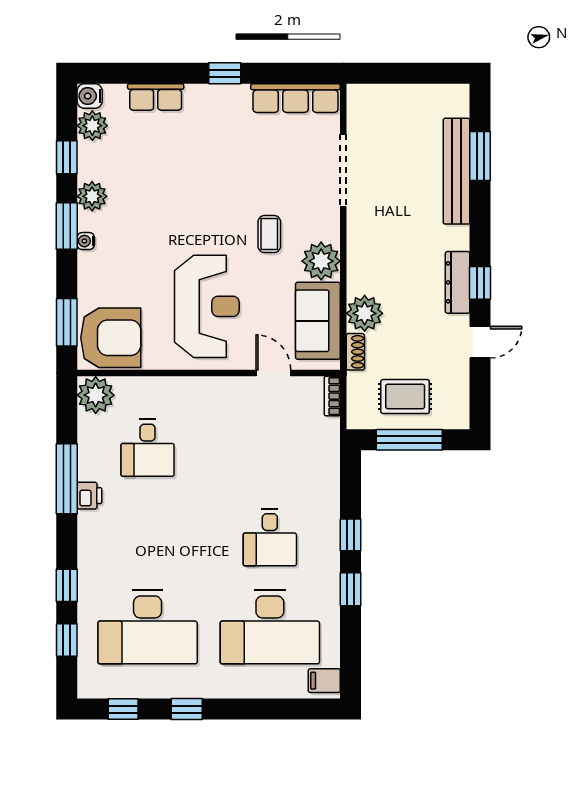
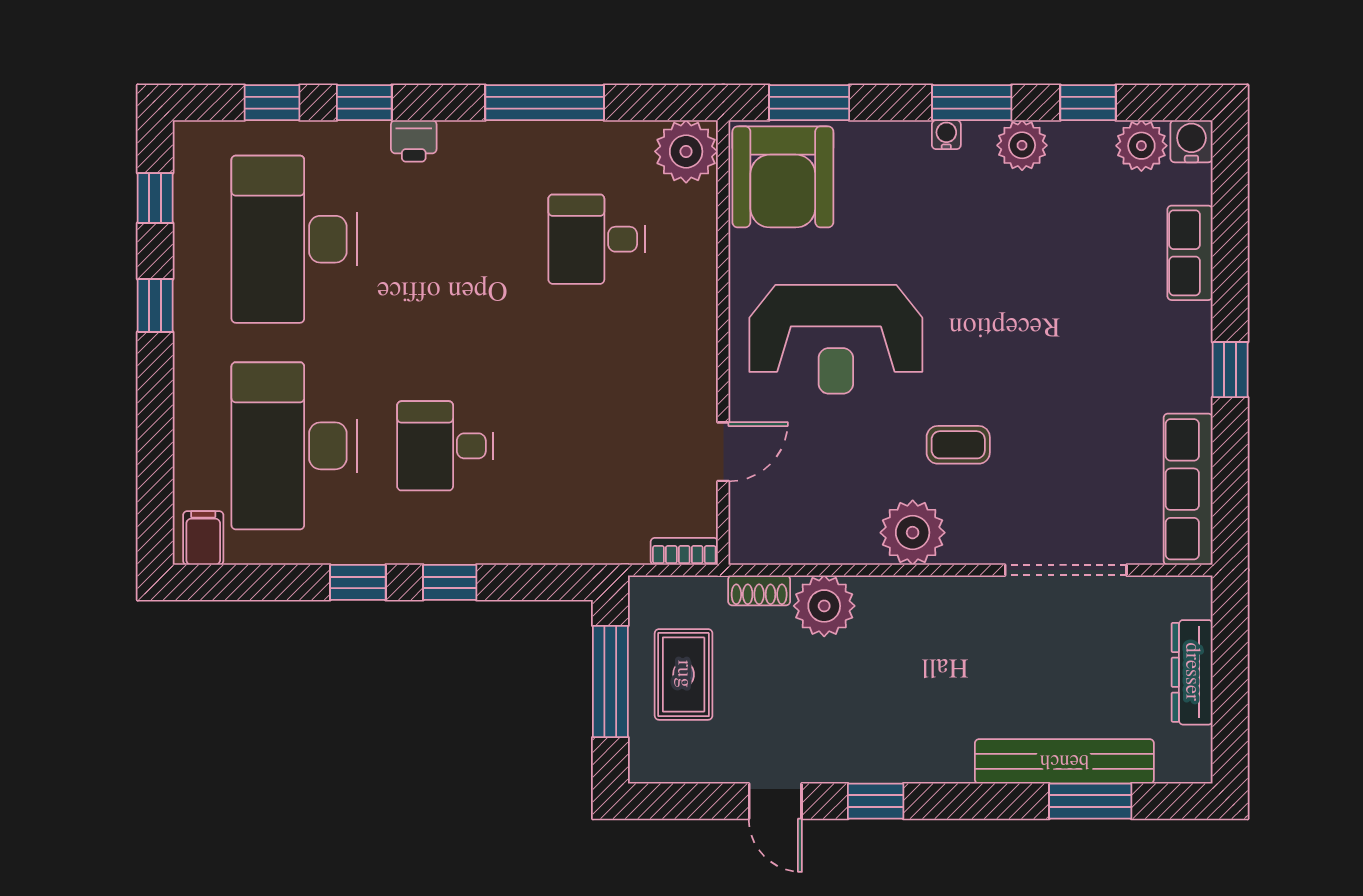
dresser: (458, 282) -> (1192, 672), moved, turned -90
sofa: (318, 321) -> (812, 527), removed
printer: (89, 496) -> (414, 141), moved

